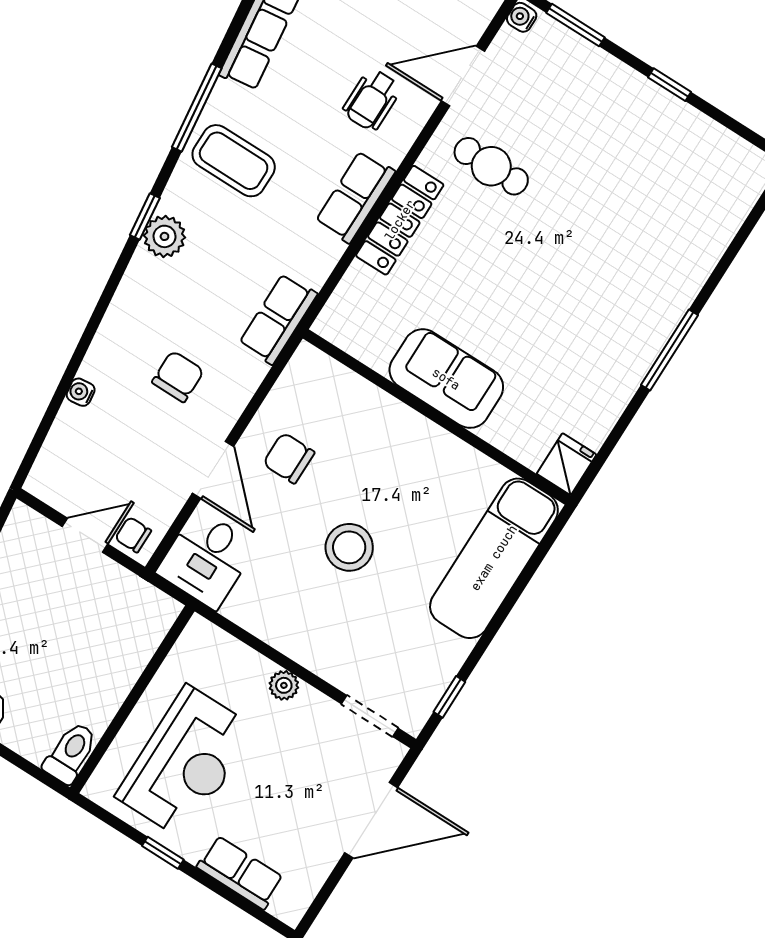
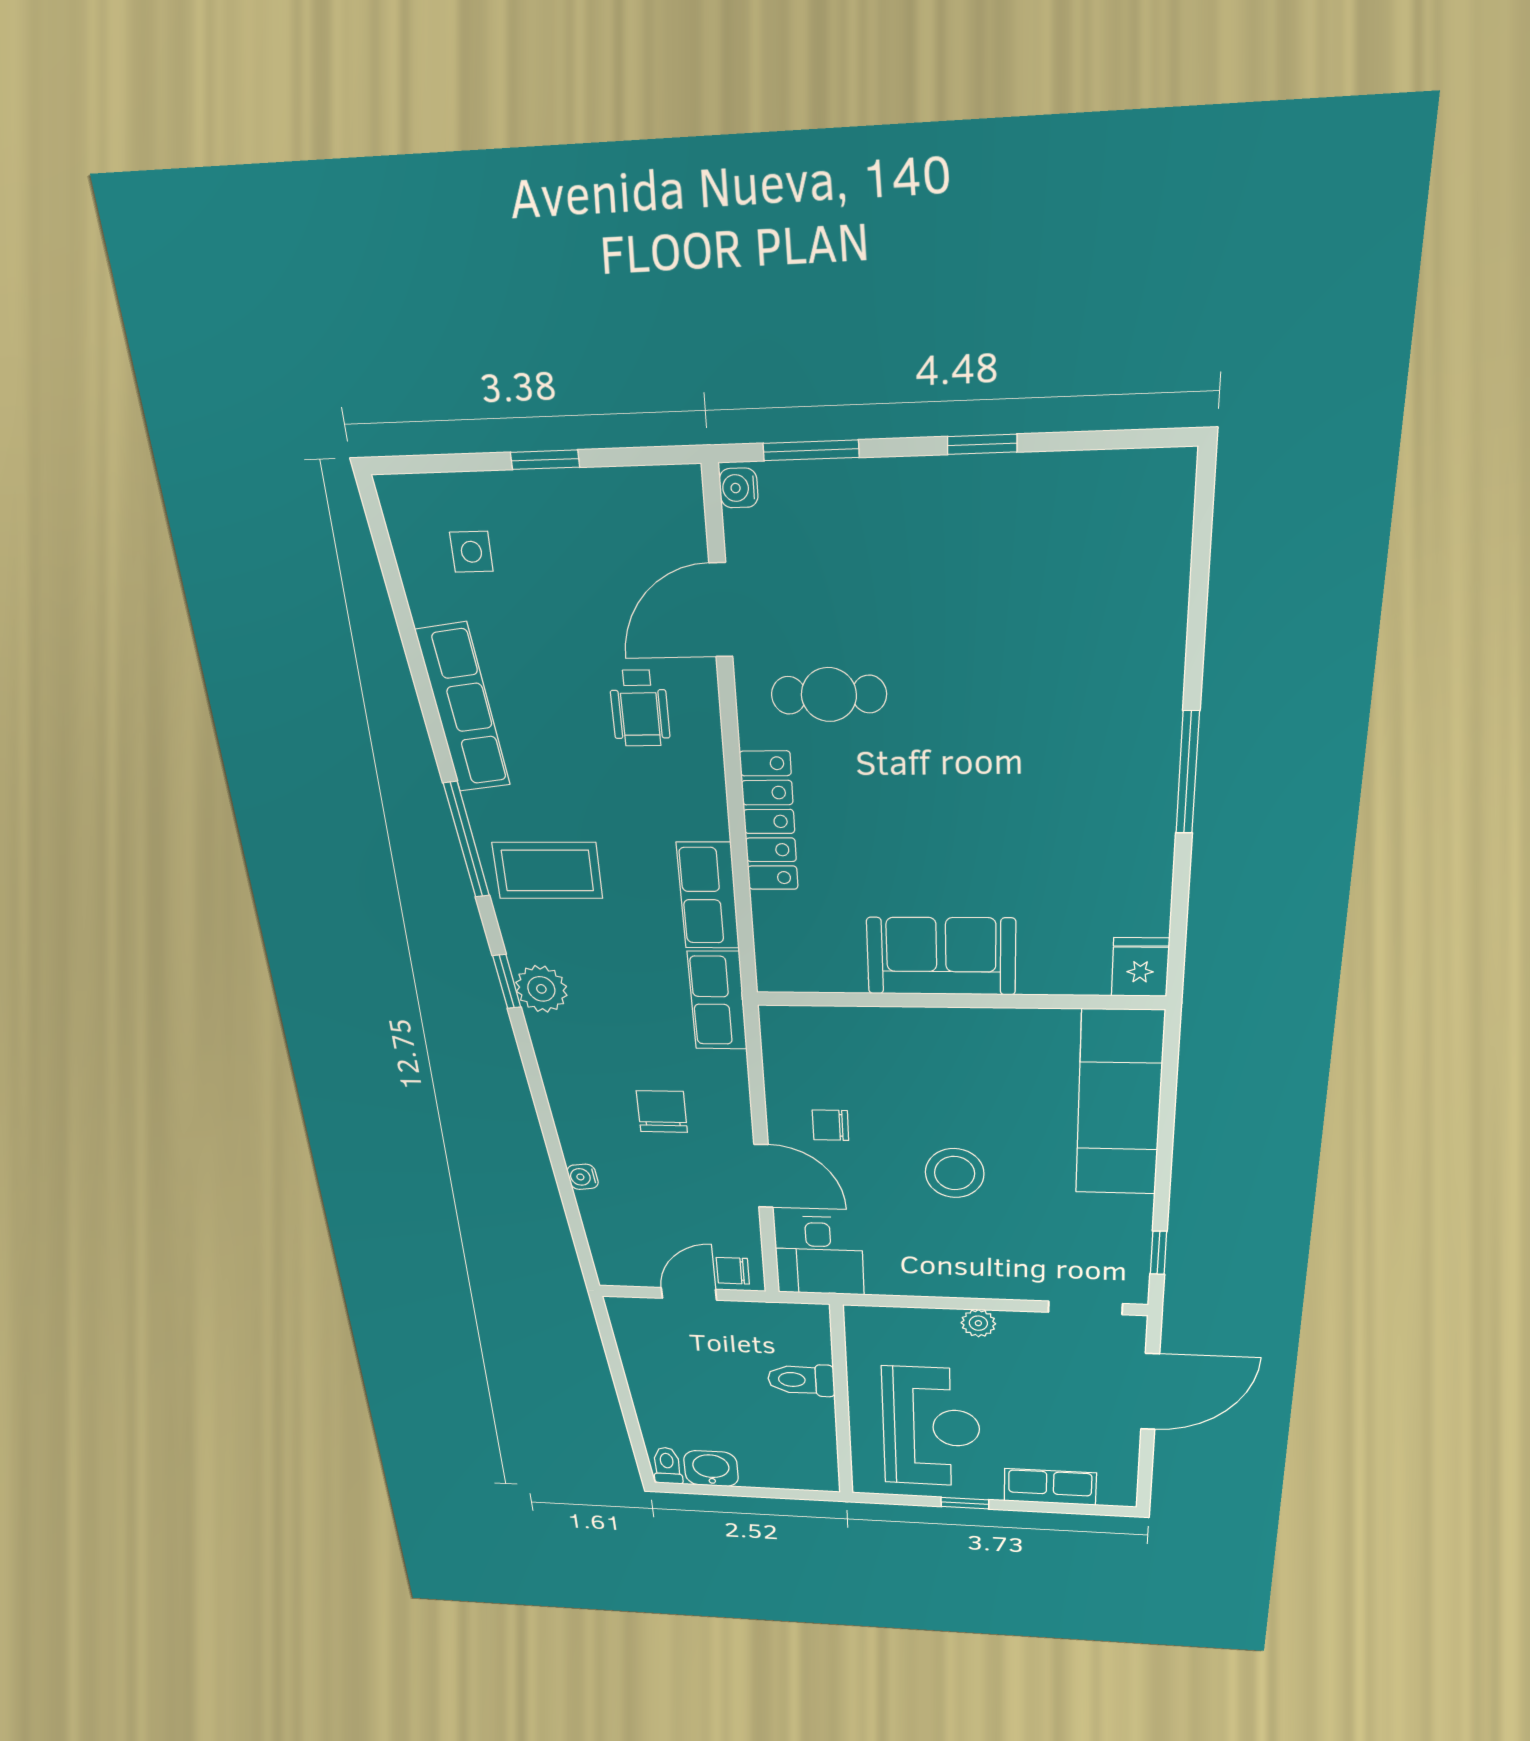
row of seats: (355, 197) -> (708, 896), moved
chair: (289, 458) -> (830, 1125), width x0.73, depth x0.73
toilet: (71, 753) -> (801, 1380), moved, turned -90

